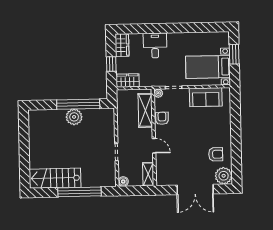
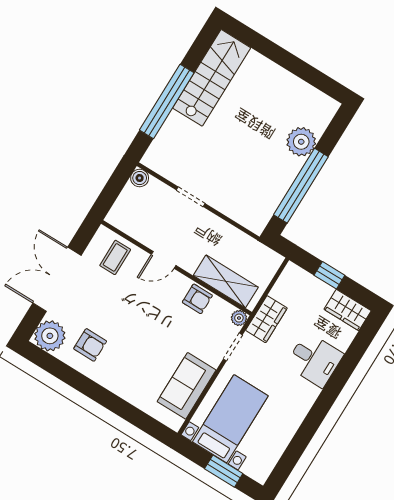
wardrobe: (128, 81) -> (266, 319), moved
plant: (74, 117) -> (301, 142), moved
armchair: (216, 154) -> (90, 345), turned -90
coffee table: (167, 169) -> (115, 257), added
shelving: (148, 174) -> (126, 223), removed

